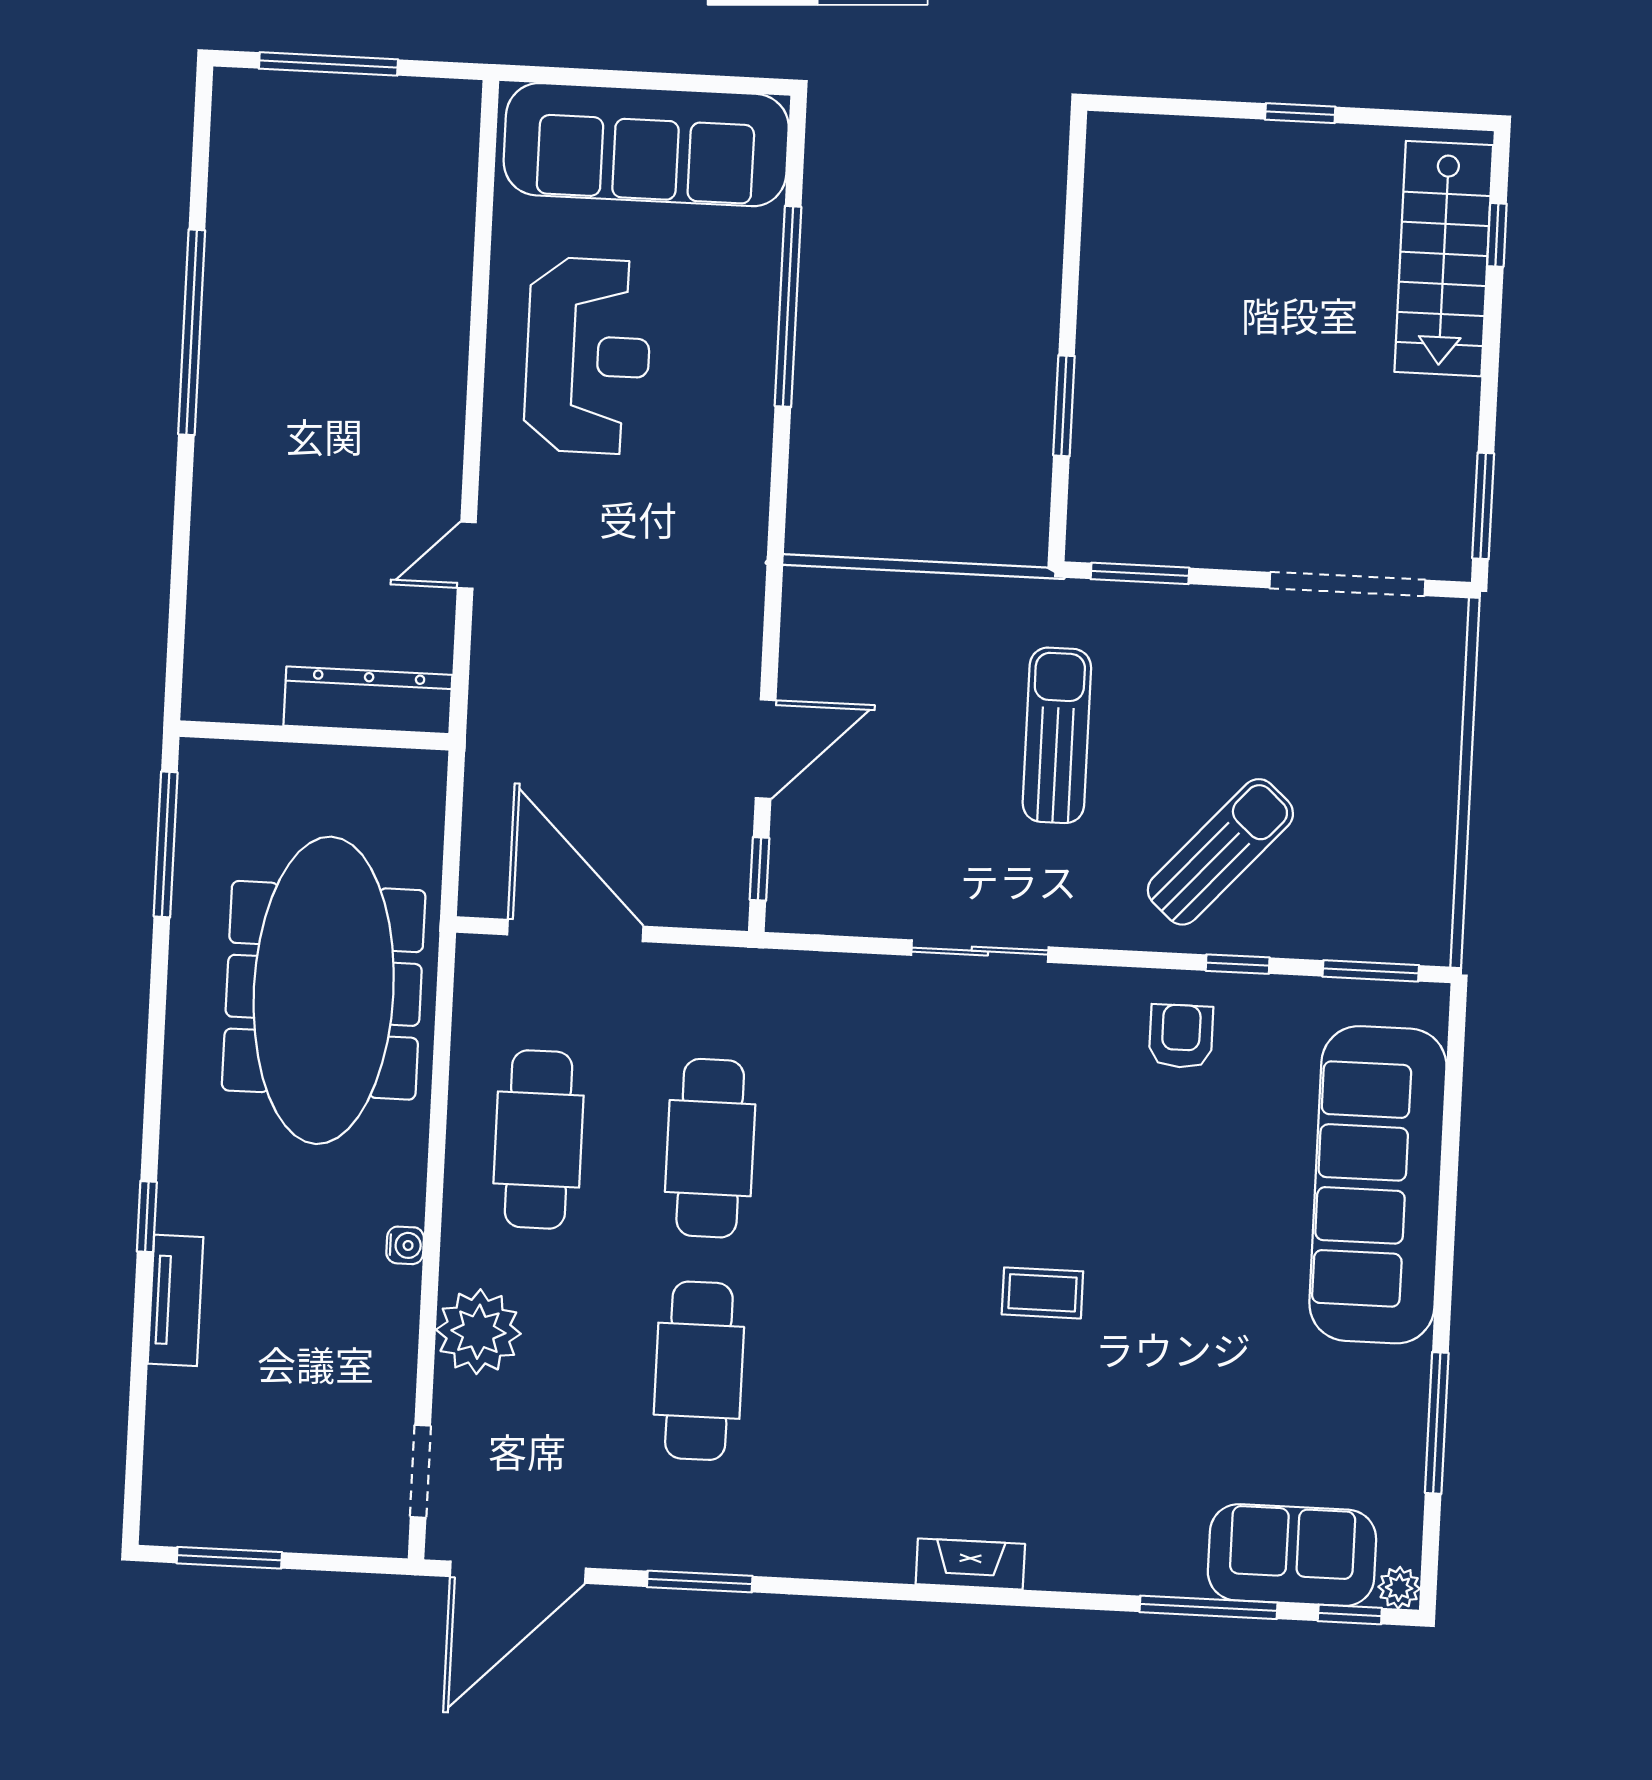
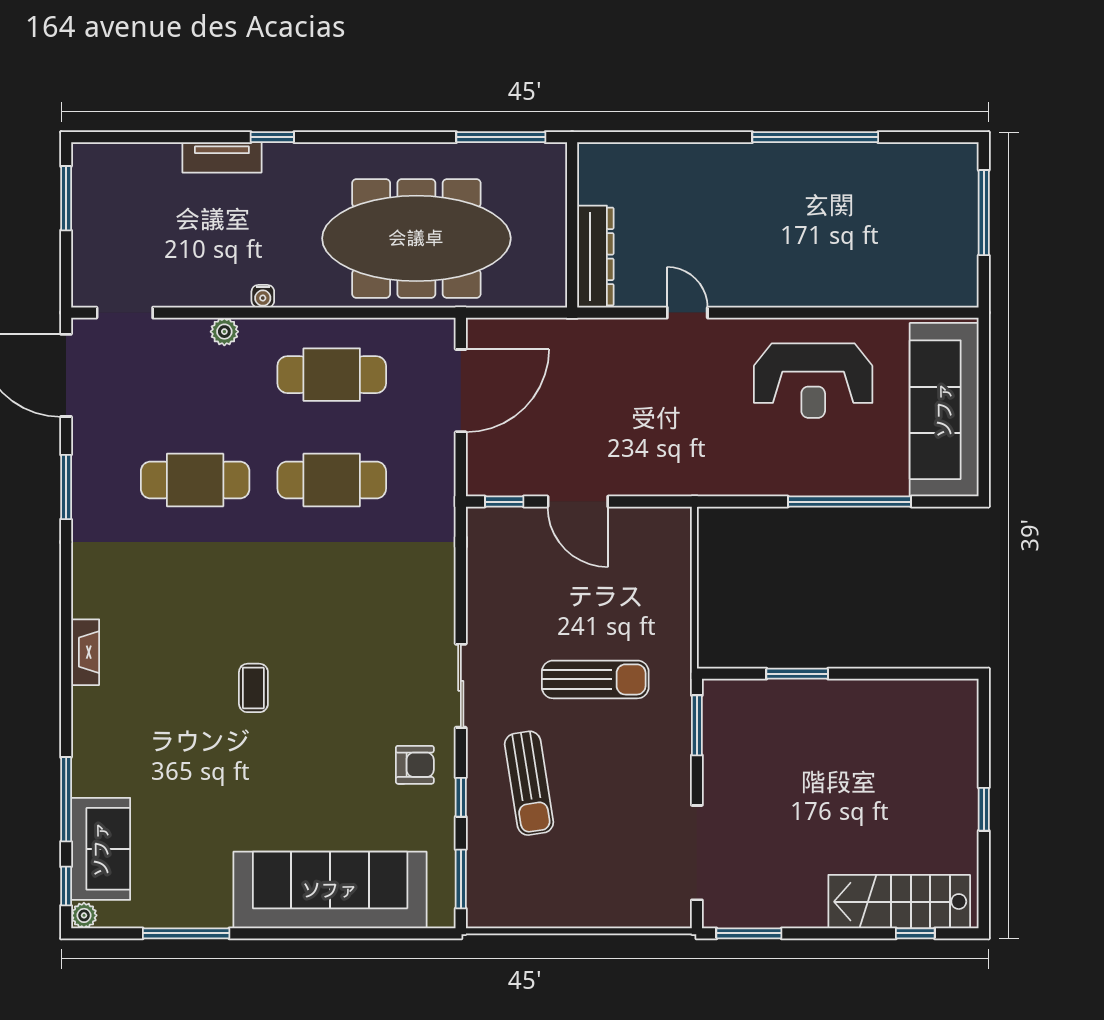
sun lounger: (1220, 852) -> (529, 783), turned 39
sliding door: (980, 951) -> (461, 686), moved
plant: (478, 1332) -> (224, 332), width x0.53, depth x0.53

